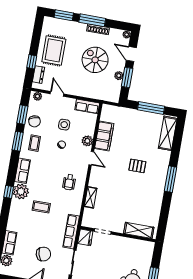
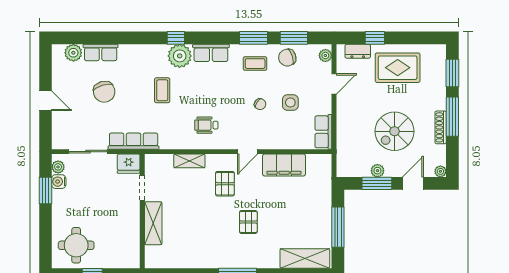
spiral stairs: (95, 60) -> (395, 131), turned 180
plant: (87, 141) -> (272, 141), removed
pallet: (110, 177) -> (225, 184), added
shelving: (139, 230) -> (153, 223), moved
chair: (43, 254) -> (104, 92), moved

